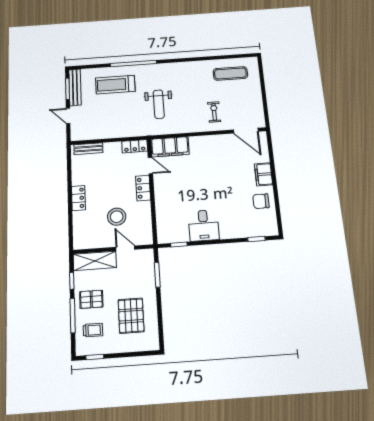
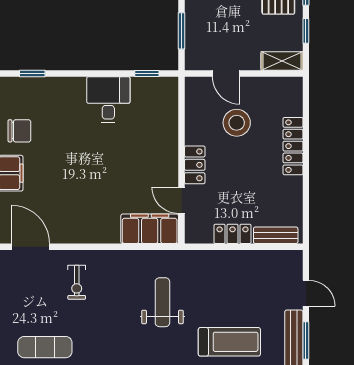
locker: (135, 146) -> (233, 234), moved
locker: (78, 198) -> (293, 146), width x1.53
shelving: (95, 261) -> (282, 61), width x0.67, depth x0.75

